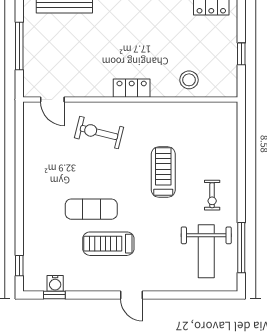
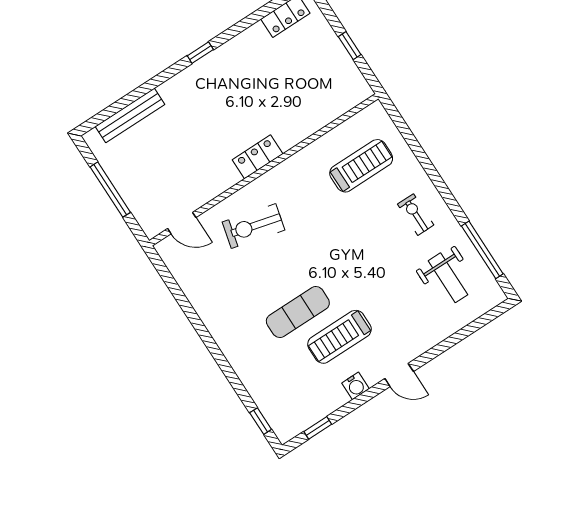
stool: (189, 80) -> (312, 109), removed
treadmill: (163, 172) -> (361, 166), moved, turned 90
exercise bike: (212, 195) -> (416, 215), turned 180
weight bench: (206, 251) -> (448, 278), width x0.73, depth x0.75
water cooler: (55, 283) -> (355, 386), moved

